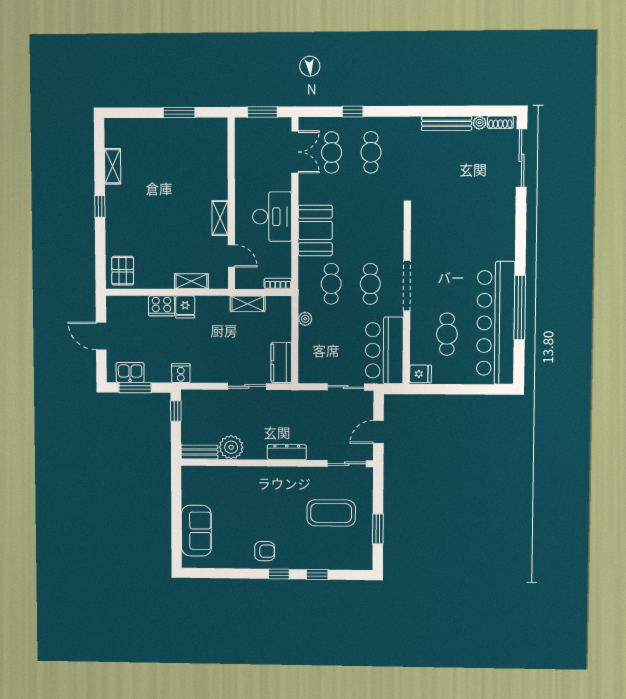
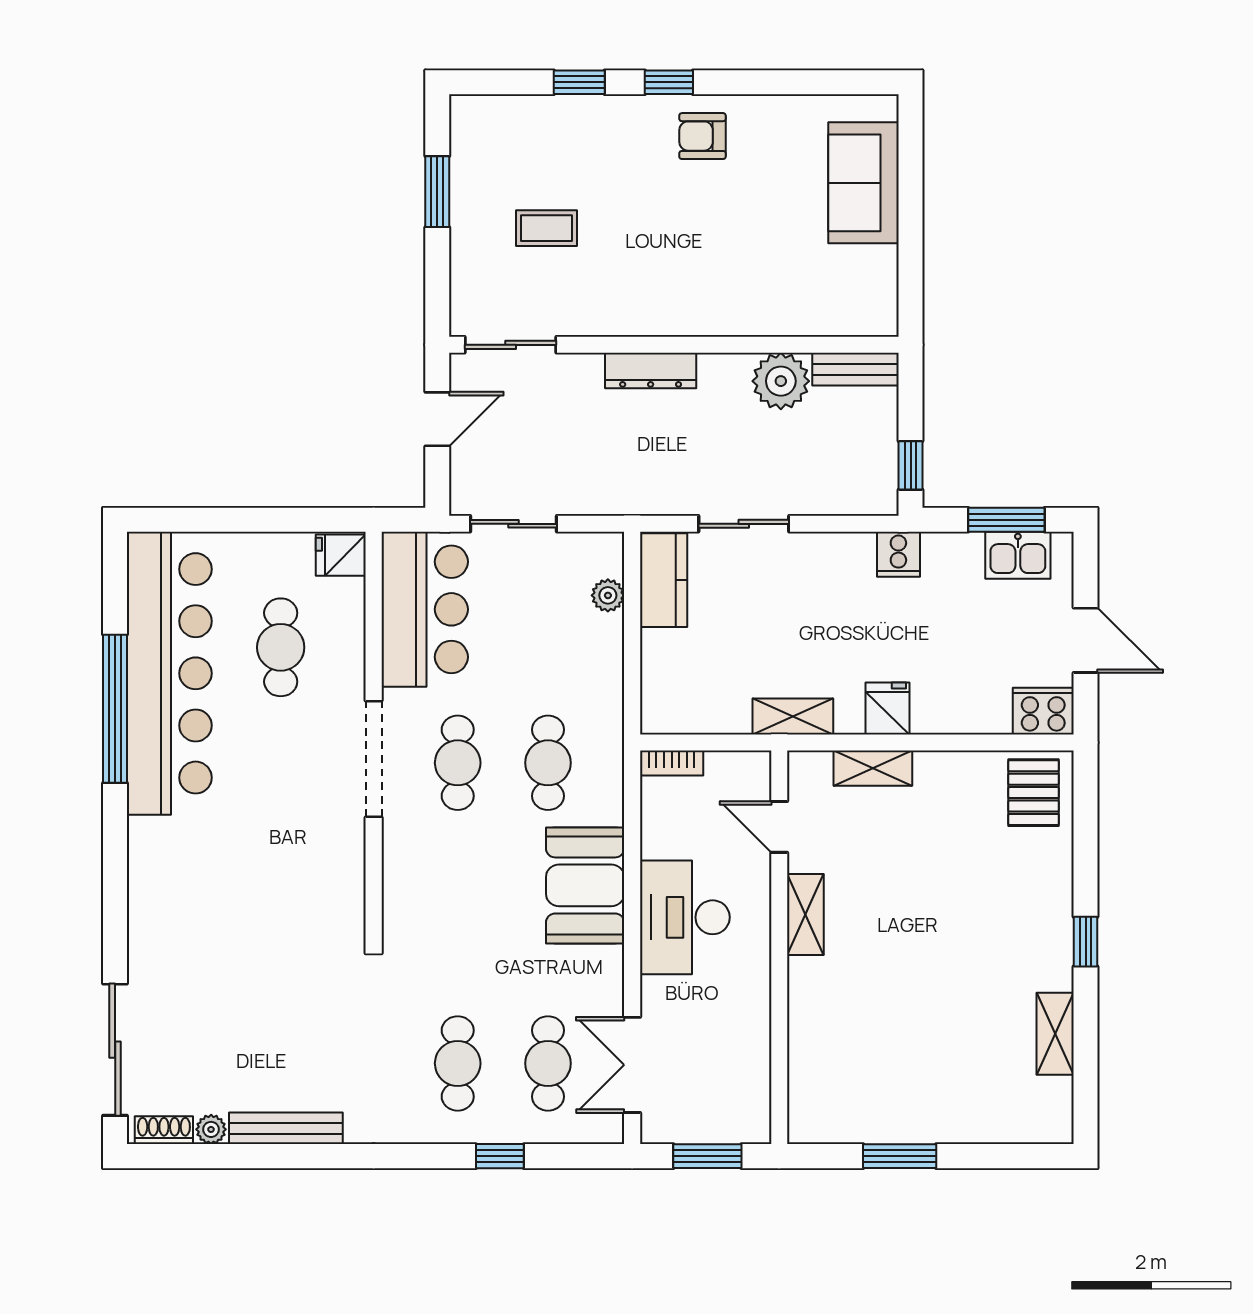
shelving: (248, 304) -> (793, 716), moved
cooker: (162, 306) -> (1043, 711), moved
plant: (305, 319) -> (608, 595), moved
coffee table: (331, 513) -> (547, 228), width x0.54, depth x0.58

